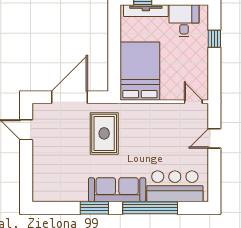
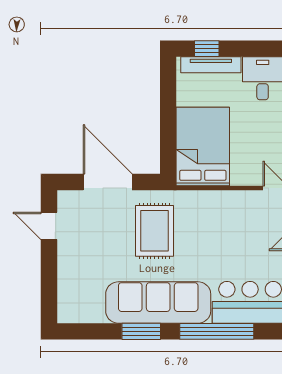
door: (69, 97) -> (108, 182), hinge flipped
sofa: (117, 190) -> (158, 303), width x1.36, depth x1.27

